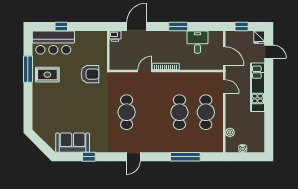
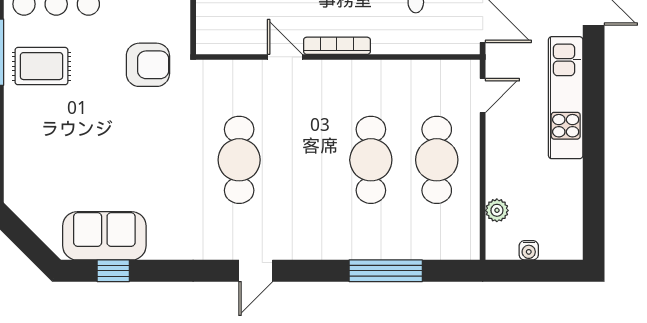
door: (145, 71) -> (285, 57), hinge flipped
door: (224, 86) -> (483, 96), hinge flipped
window: (89, 157) -> (113, 271), moved

